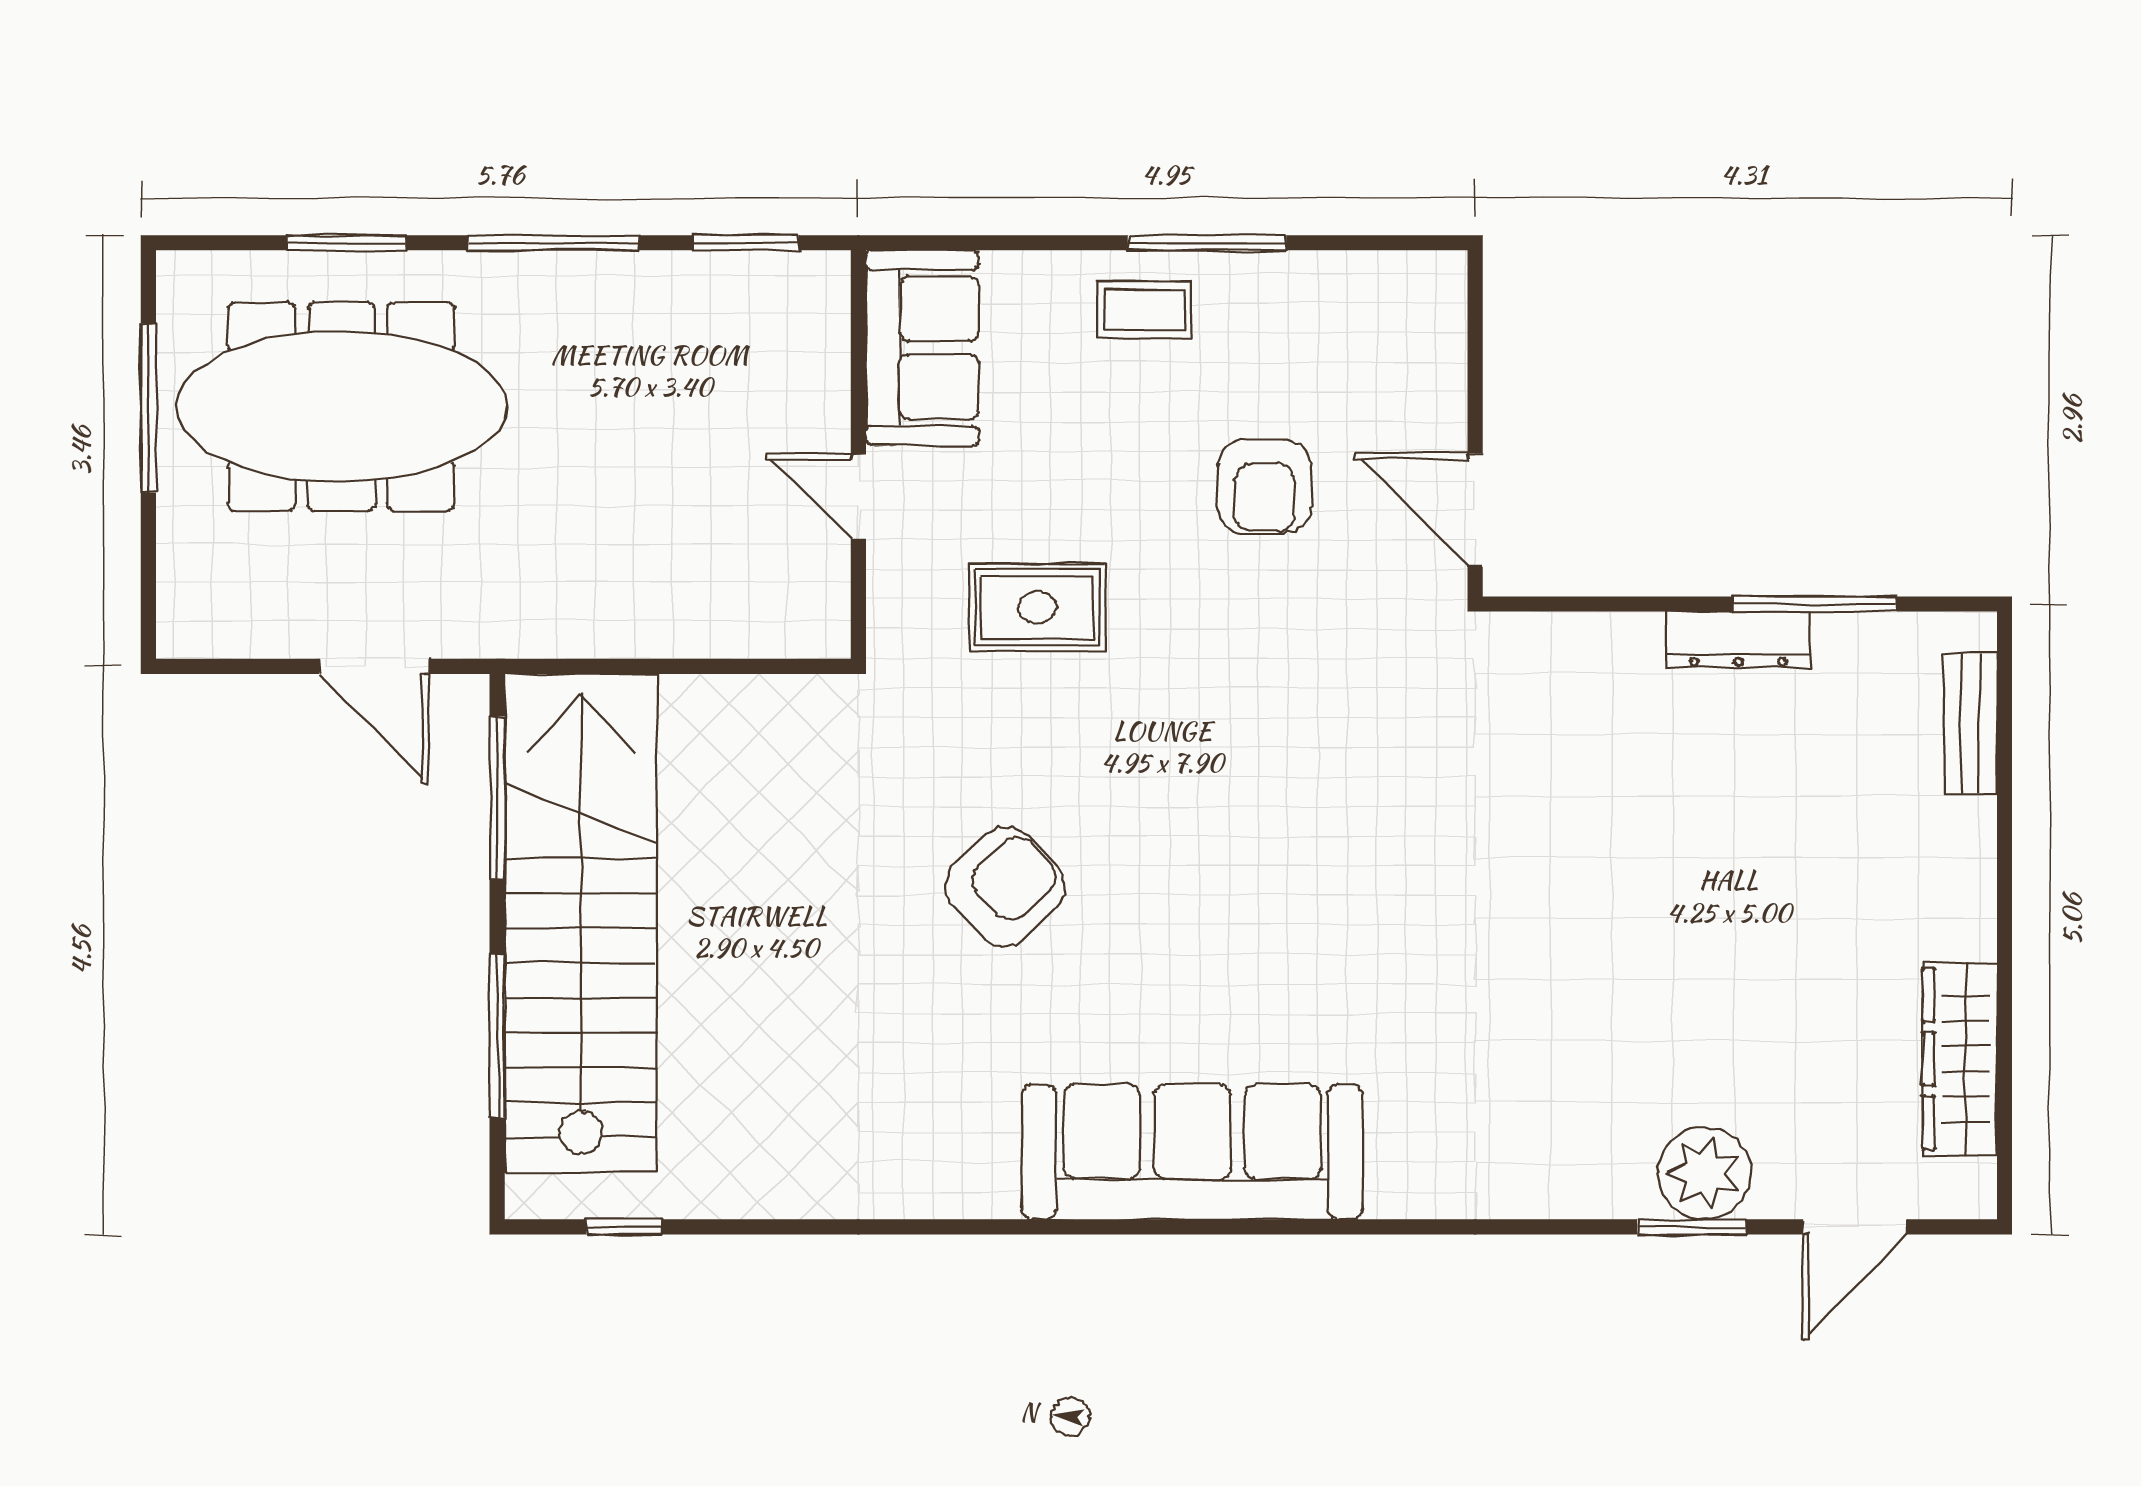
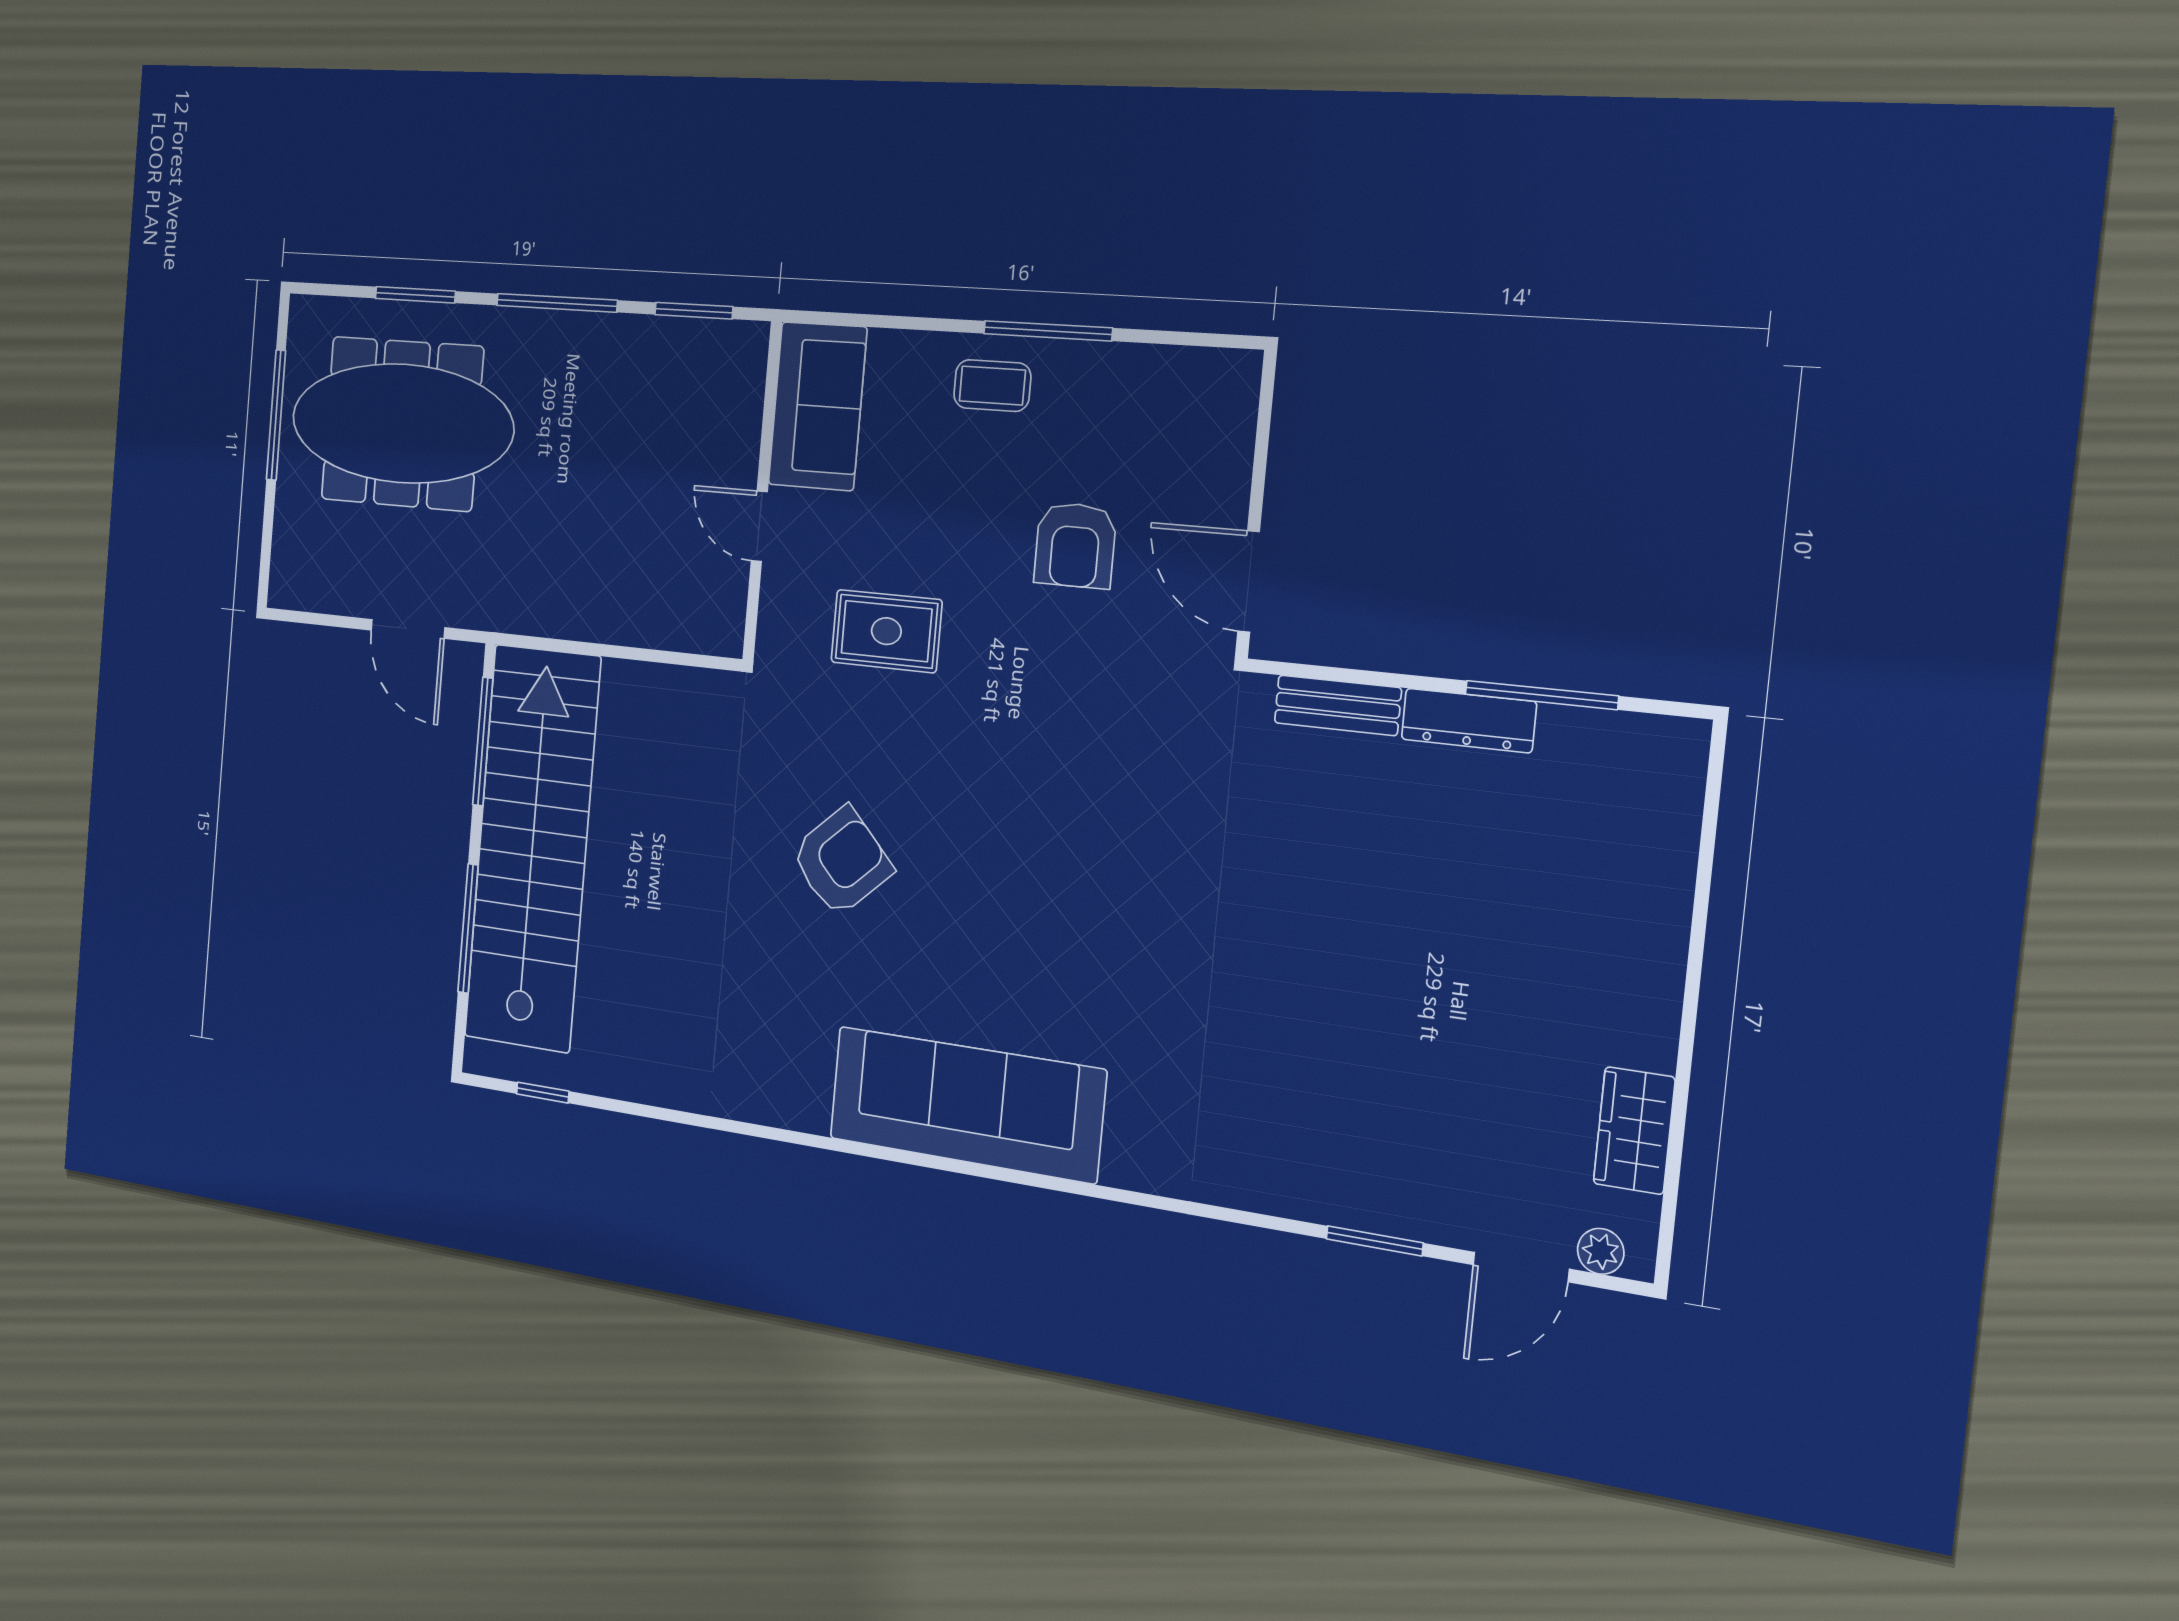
bench: (1970, 724) -> (1338, 705), moved, turned 90
wardrobe: (1960, 1059) -> (1634, 1131), width x0.67
plant: (1704, 1173) -> (1601, 1251), moved, width x0.53, depth x0.53

